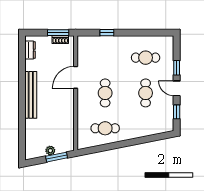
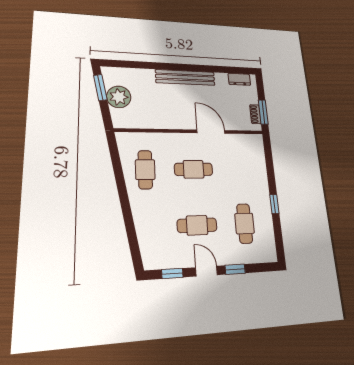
window: (107, 33) -> (274, 204), moved
door: (177, 88) -> (207, 271), hinge flipped
plant: (50, 151) -> (119, 97), width x1.88, depth x1.88
window: (57, 157) -> (100, 87), moved

